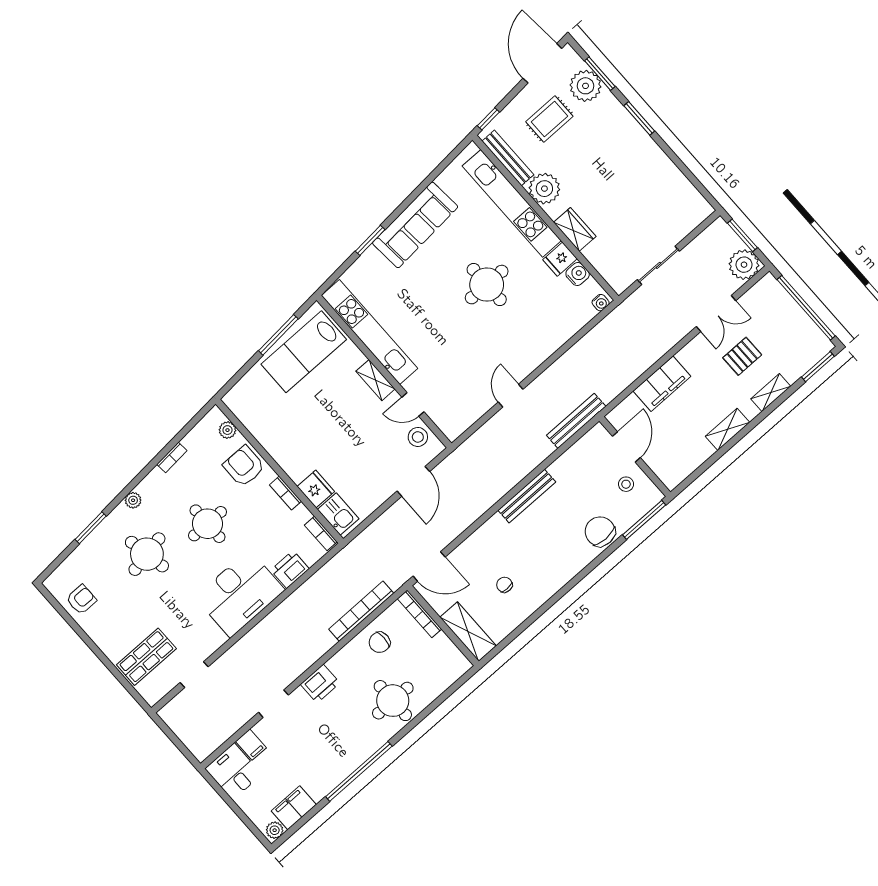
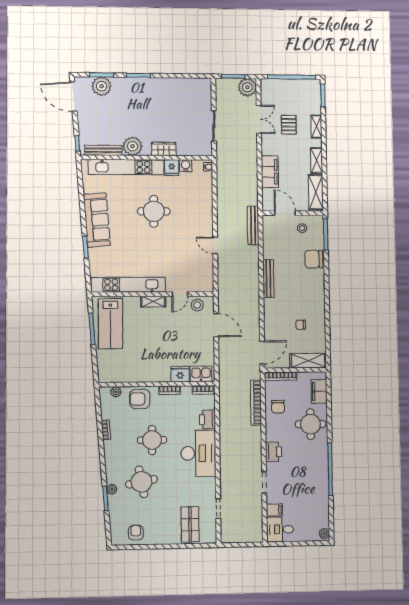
rug: (549, 119) -> (102, 116), removed
shelving: (687, 462) -> (316, 192), added
plant: (133, 500) -> (112, 489), moved
filing cabinet: (294, 808) -> (319, 391), moved

